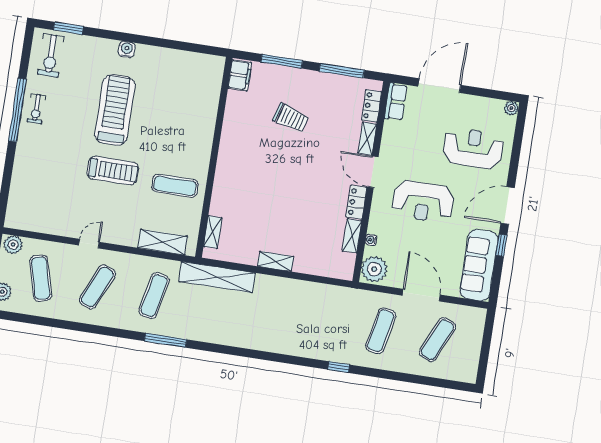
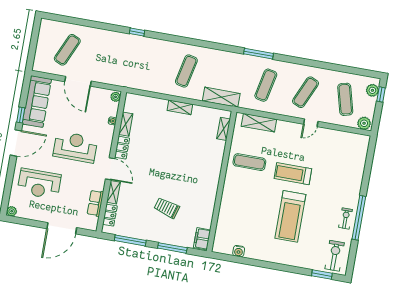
water cooler: (127, 49) -> (239, 251), moved
row of seats: (396, 102) -> (95, 203), moved
plant: (374, 269) -> (116, 97), width x0.53, depth x0.53
shelving: (217, 277) -> (221, 97), width x0.68
exercise mat: (381, 331) -> (186, 71), moved

